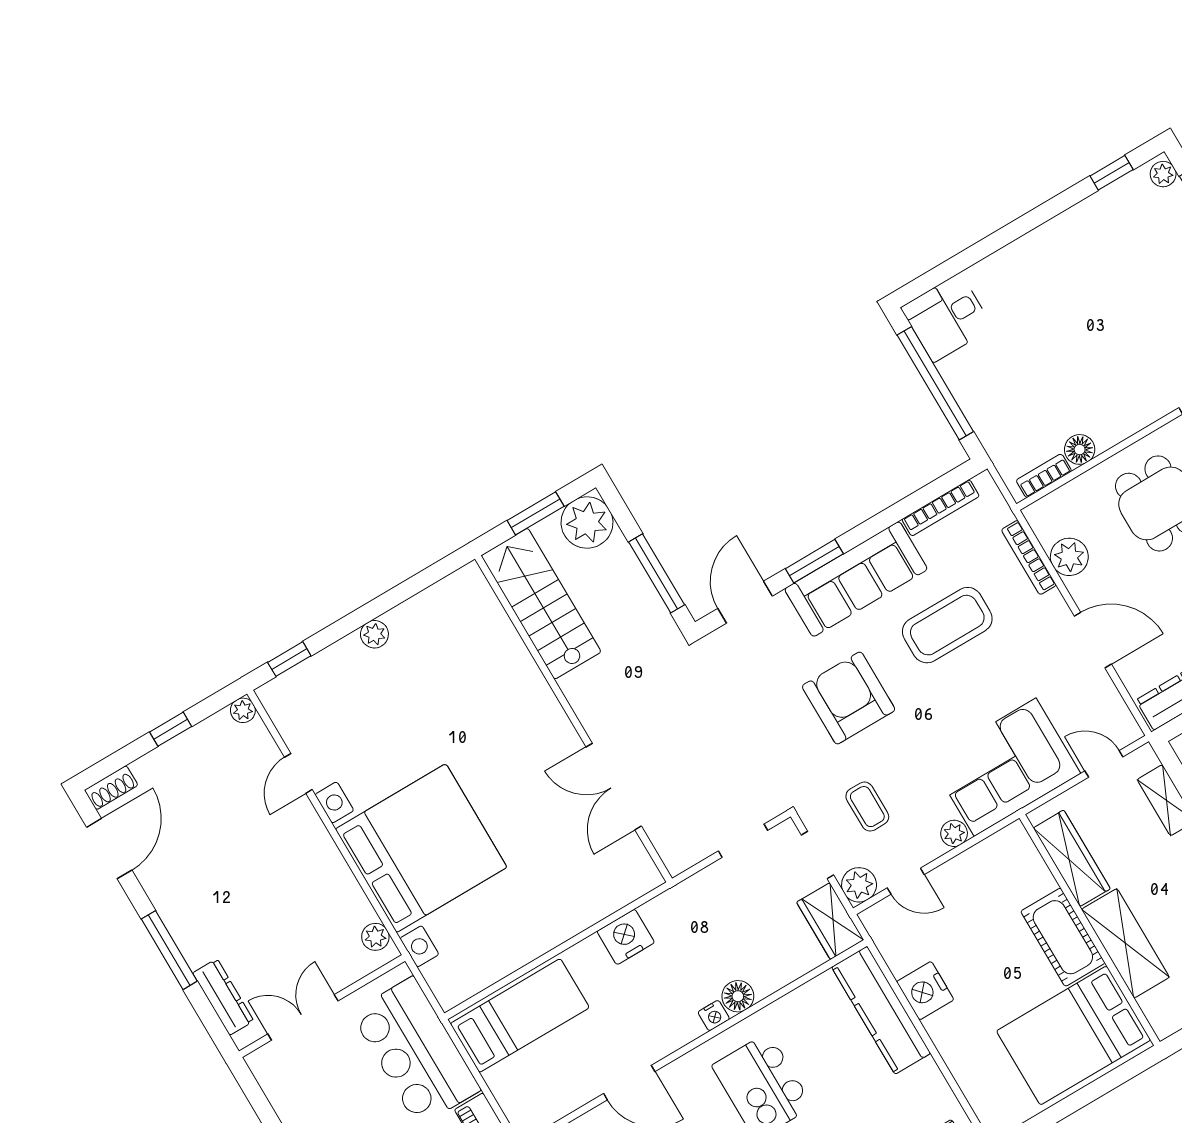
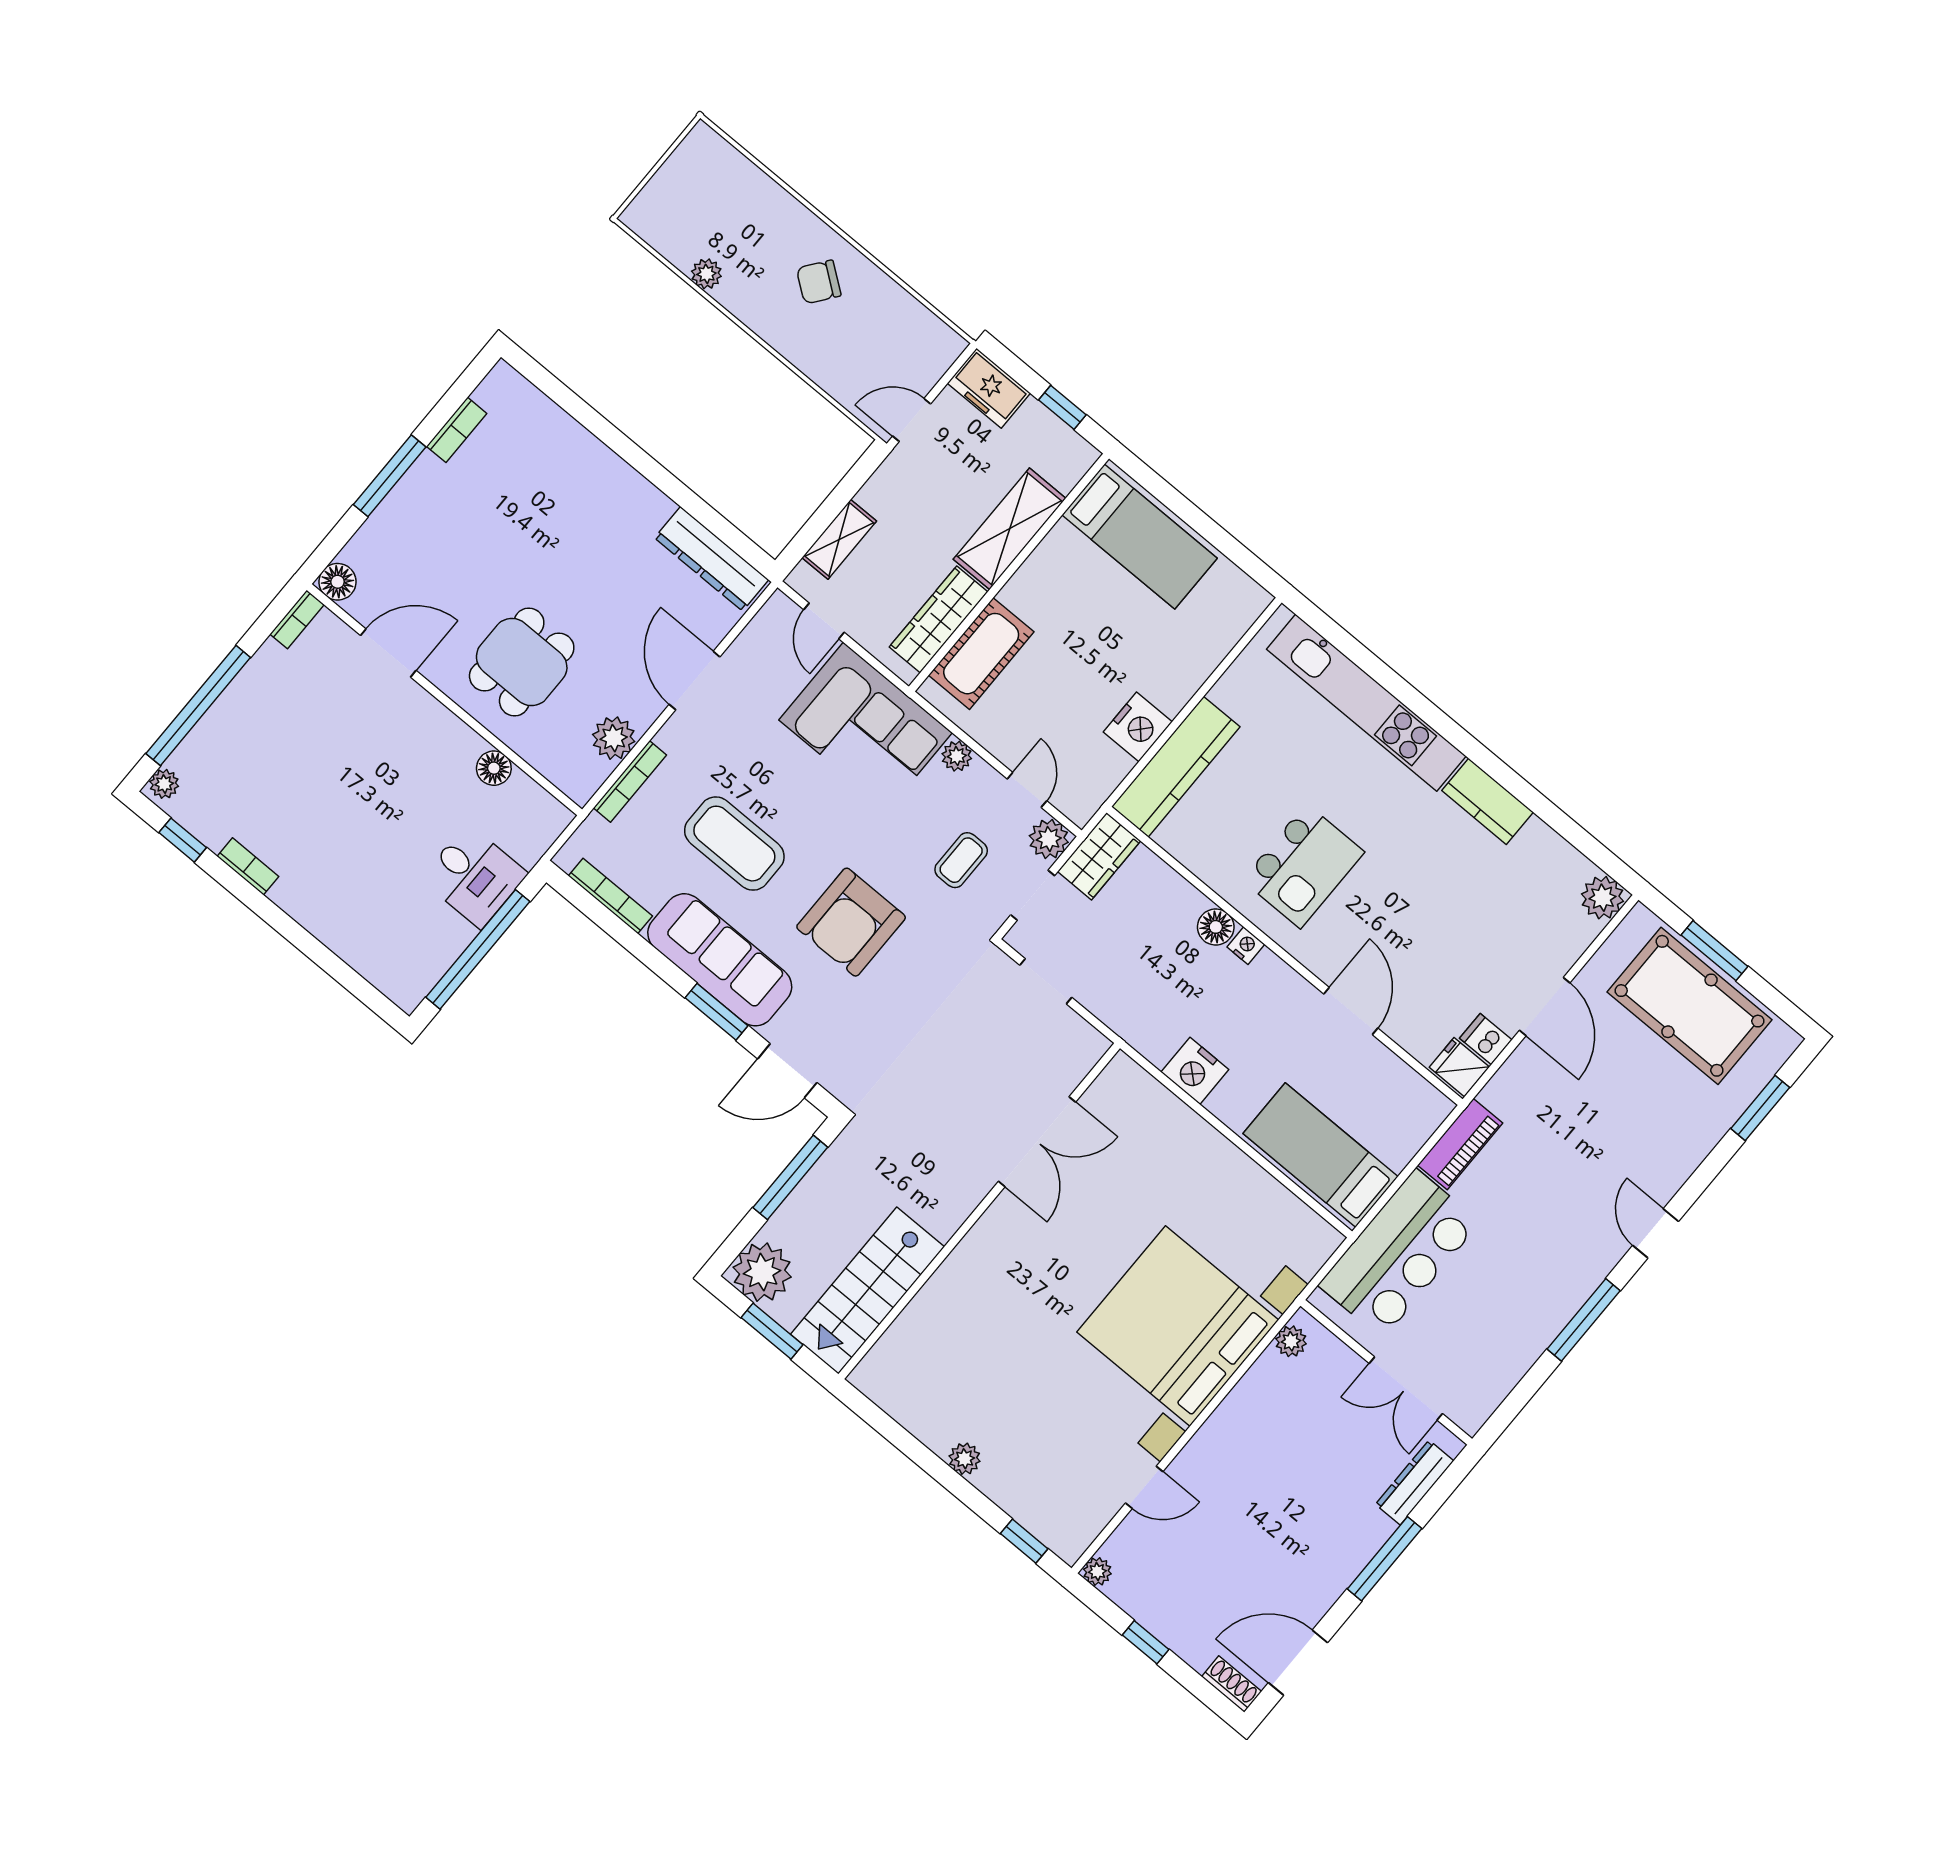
desk: (947, 318) -> (474, 876), moved
bookcase: (1044, 476) -> (248, 866), moved, turned 180
cot: (1063, 937) -> (981, 654), moved
bed: (1074, 1035) -> (1140, 537), width x0.67

